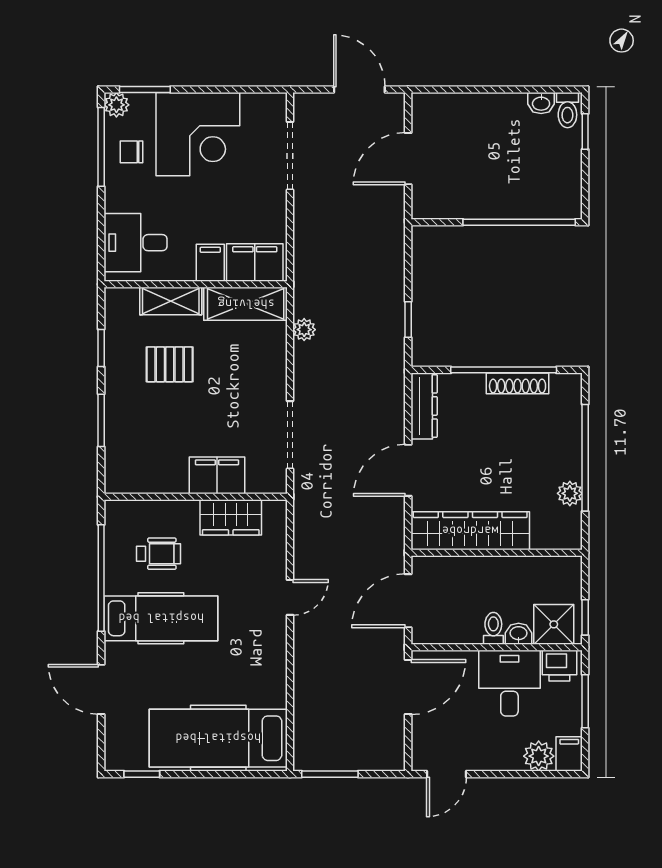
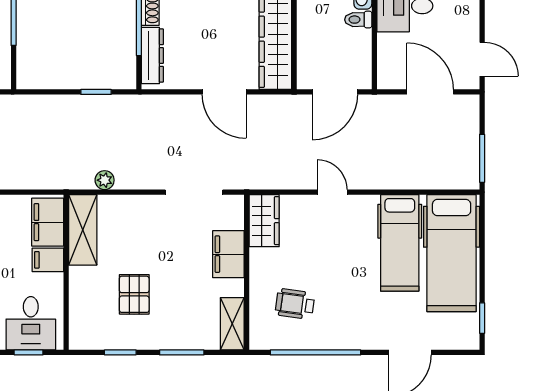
window: (101, 240) -> (29, 352), added
shelving: (171, 301) -> (232, 324), moved
dresser: (424, 406) -> (152, 56), moved, turned 90
wardrobe: (231, 517) -> (264, 221), moved
wheelchair: (158, 554) -> (295, 304), turned -82
door: (408, 601) -> (335, 92), hinge flipped
hospital bed: (161, 618) -> (400, 243), moved, turned 180
door: (408, 687) -> (430, 92), moved

